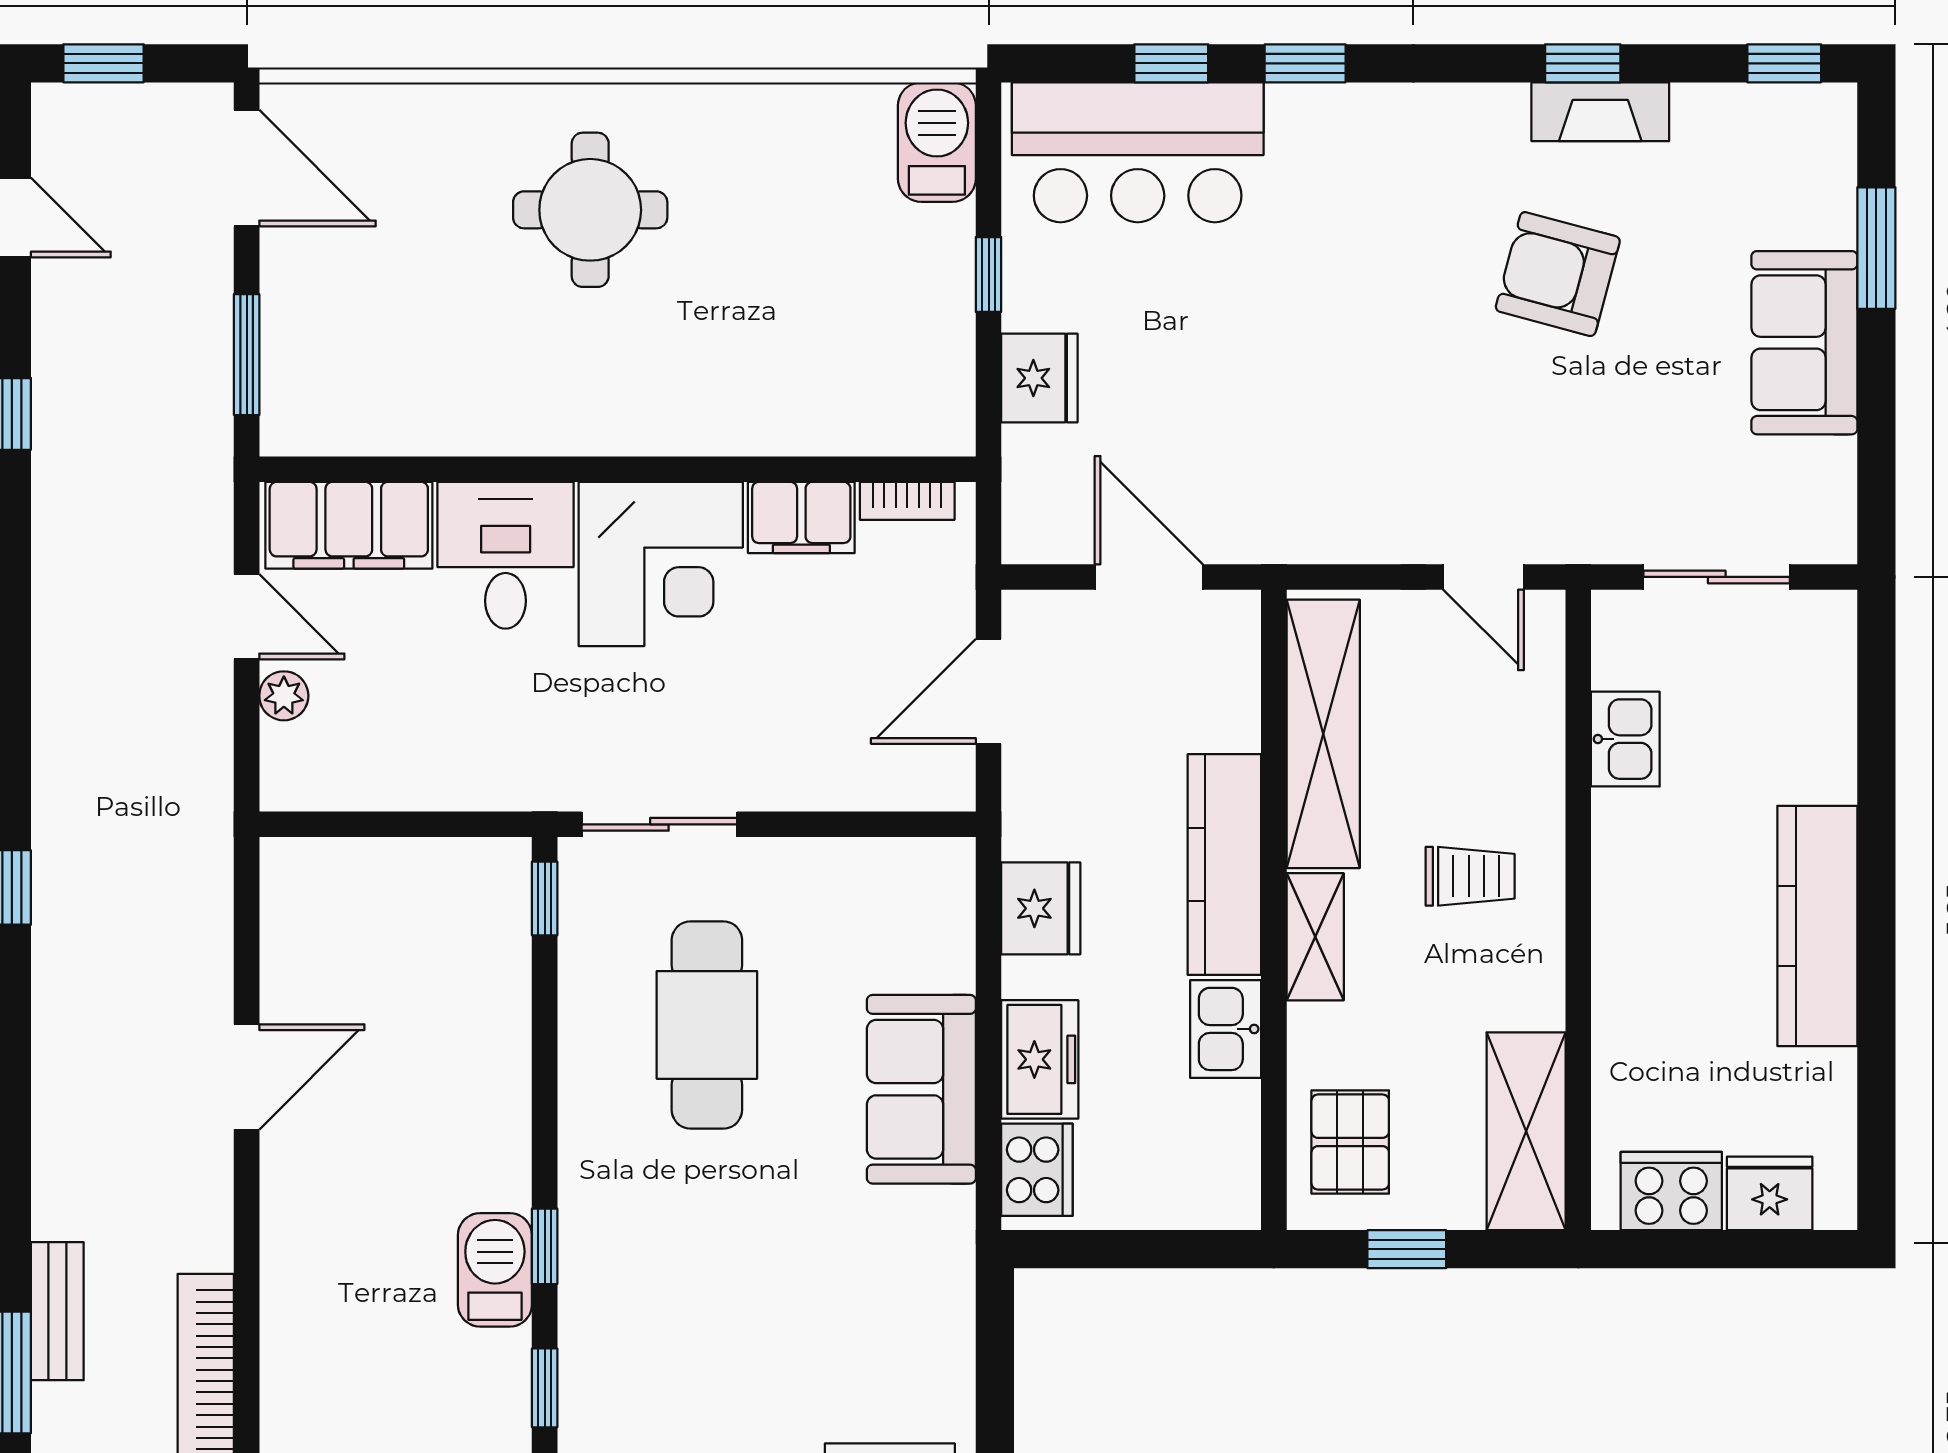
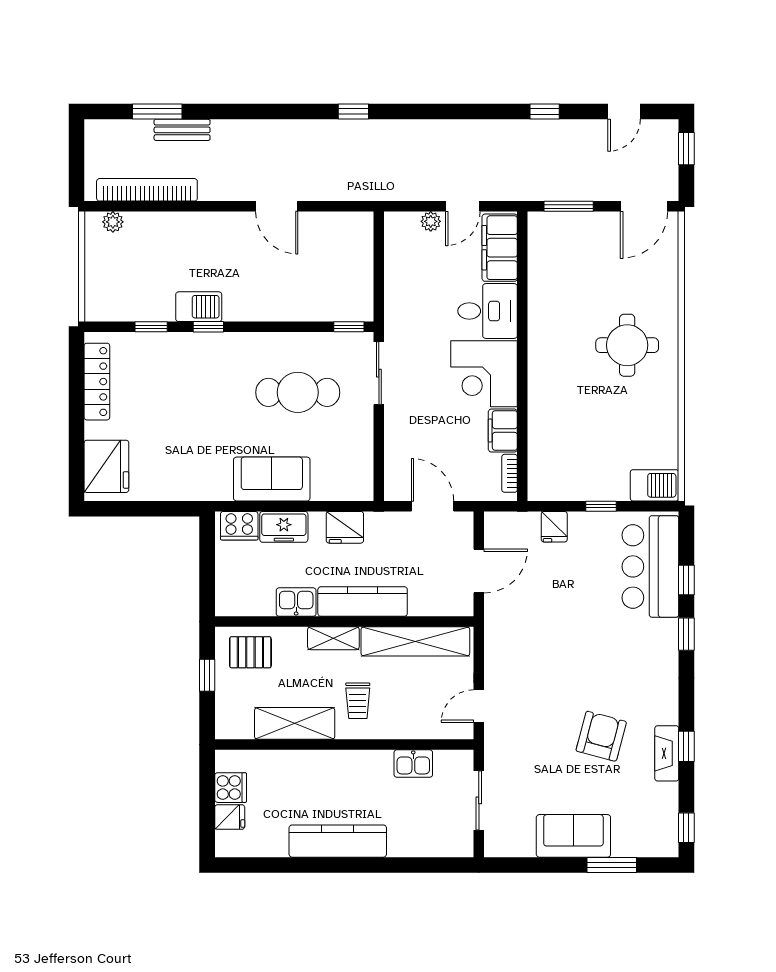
fridge: (1039, 378) -> (554, 527), width x0.72
shelving: (1526, 1131) -> (295, 723), moved
cooker: (1671, 1191) -> (231, 788), width x0.73
fridge: (1770, 1193) -> (230, 817), width x0.72

